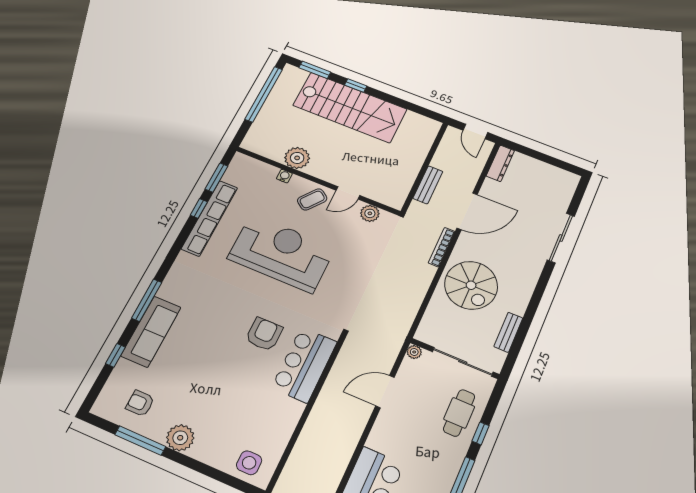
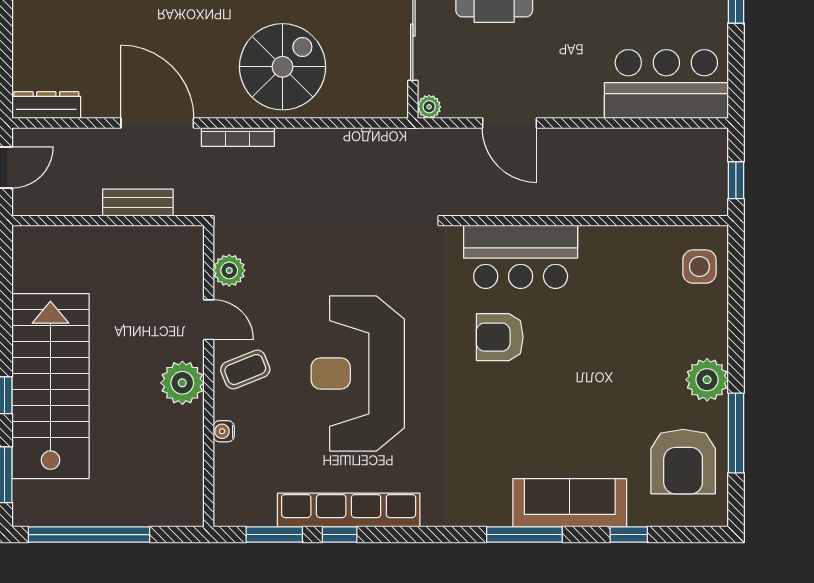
plant: (297, 158) -> (182, 383), moved
coffee table: (312, 199) -> (245, 369), turned -59
armchair: (140, 403) -> (683, 462), width x1.88, depth x1.88

